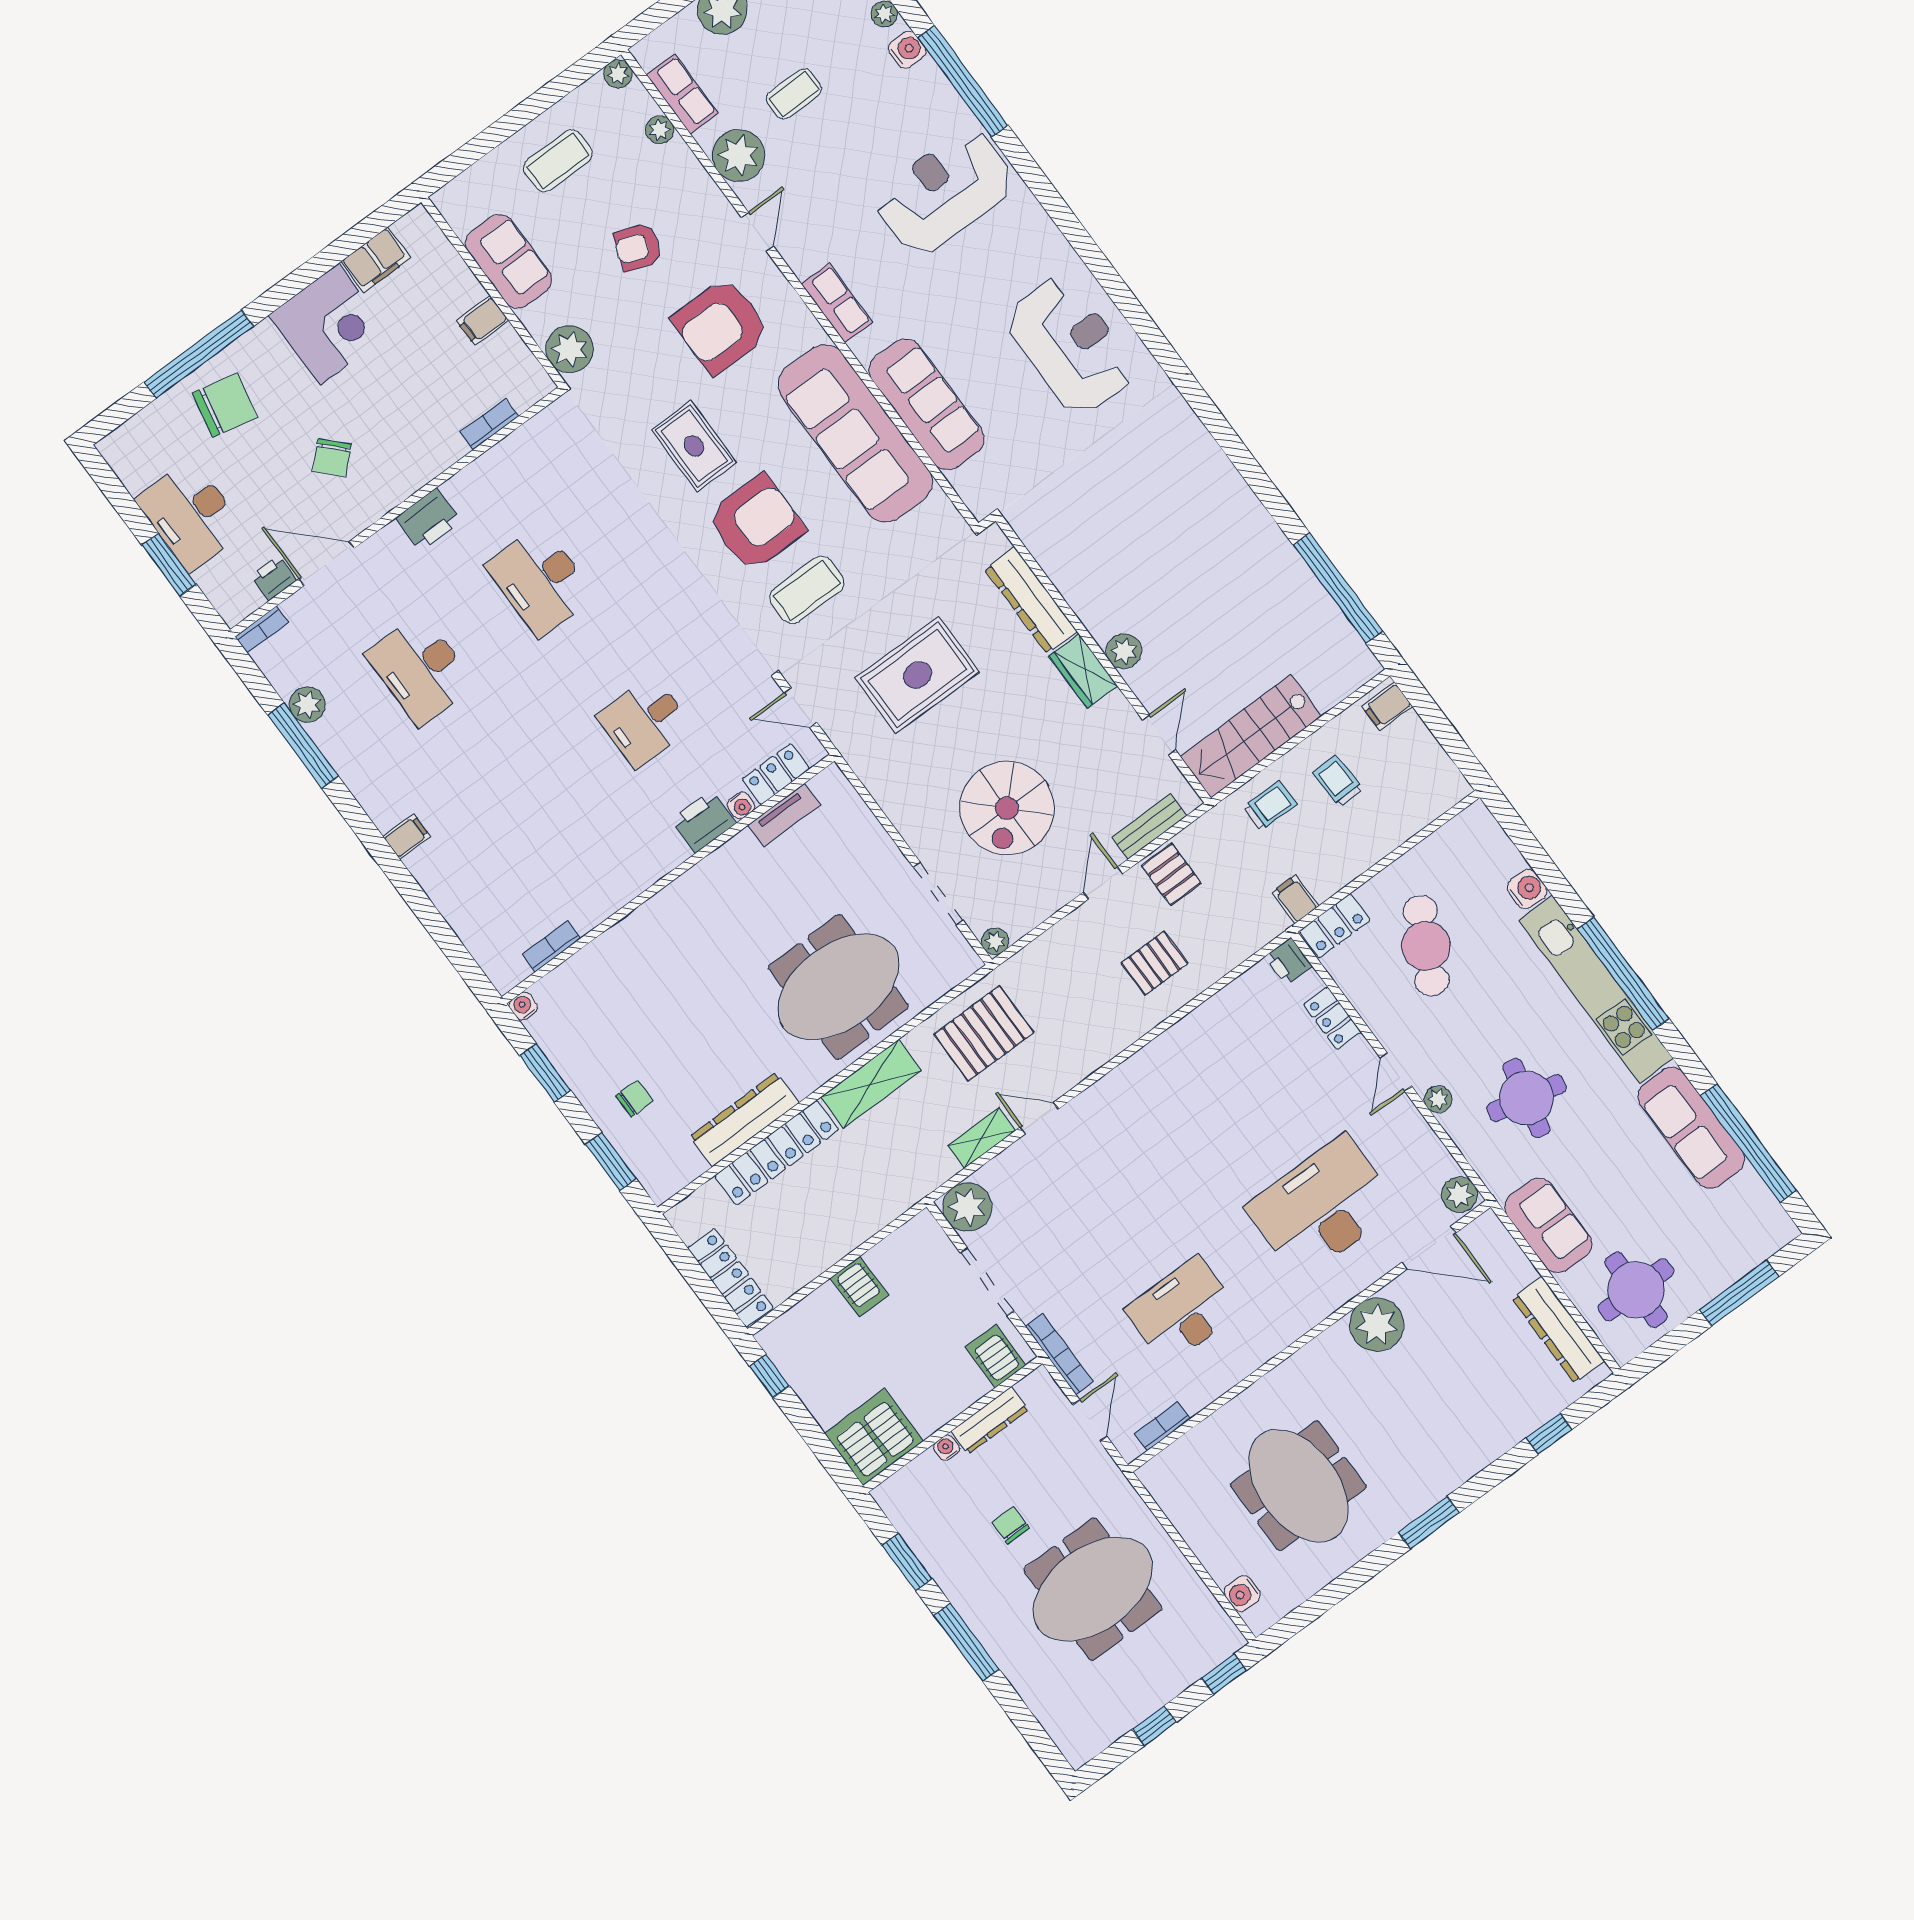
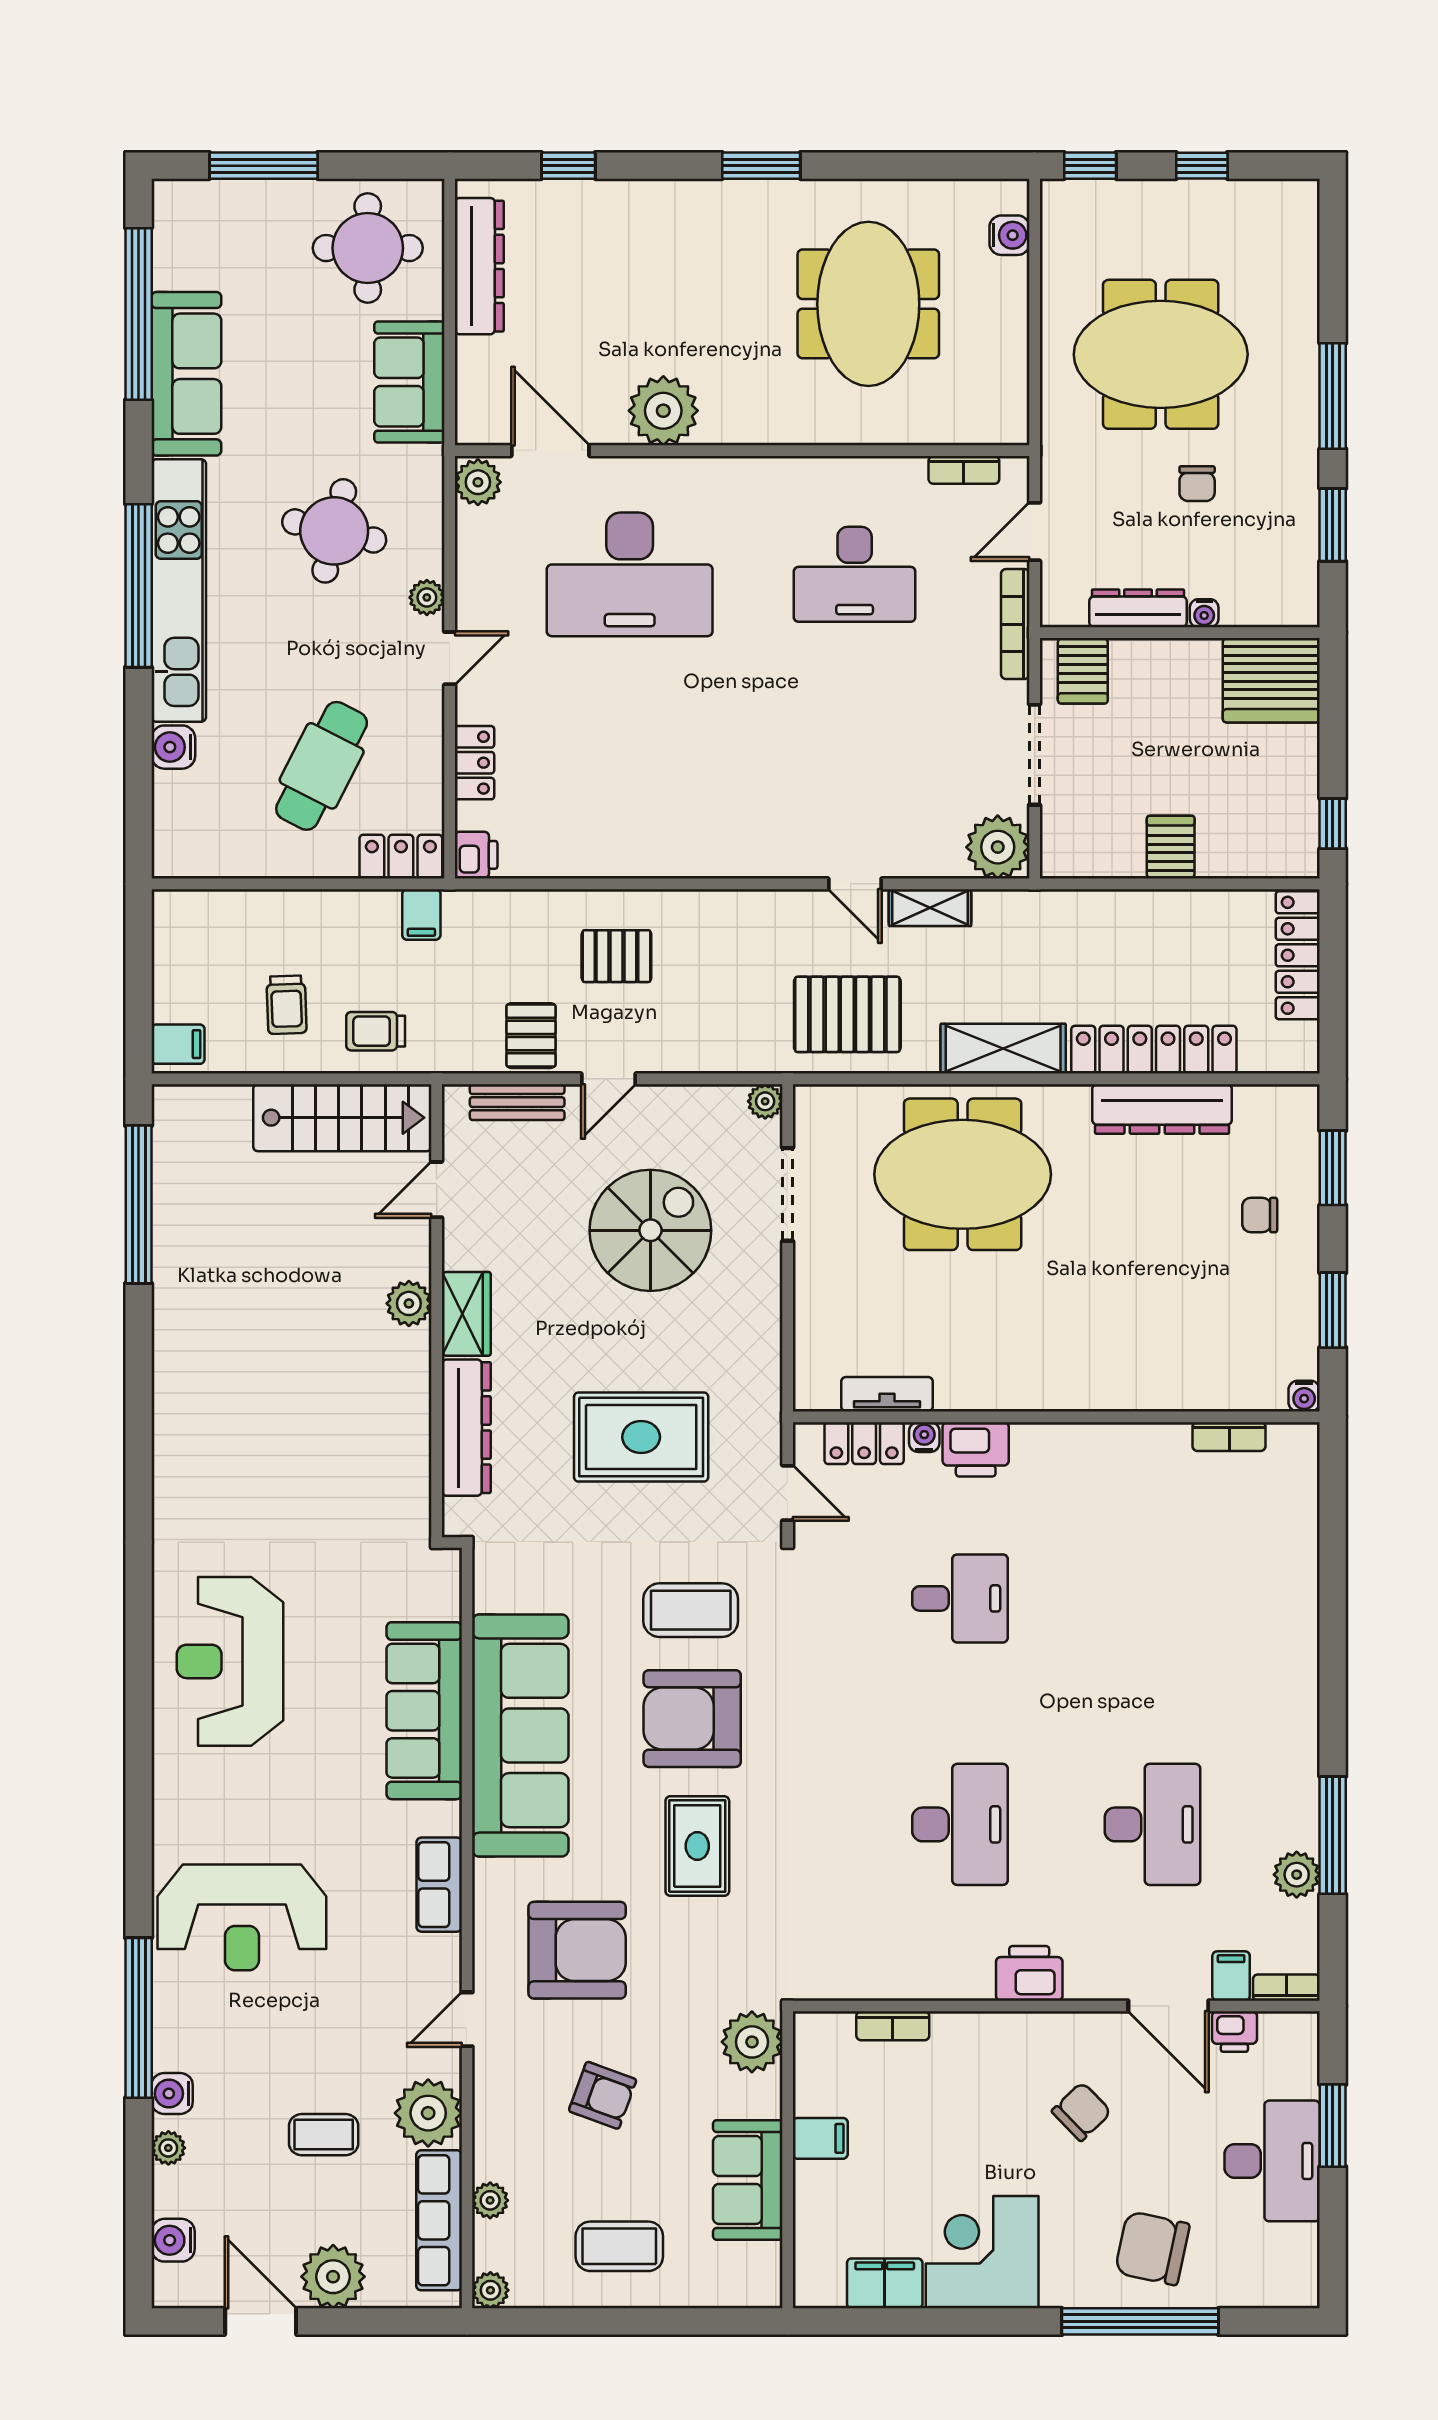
row of seats: (682, 94) -> (439, 2220), width x1.48
filing cabinet: (407, 836) -> (1231, 1976), moved, turned 90

